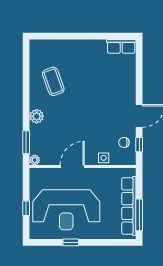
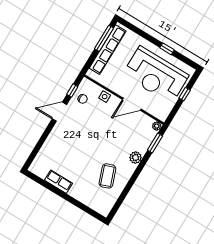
row of seats: (121, 46) -> (59, 182), moved
reception desk: (66, 210) -> (156, 75), turned 180

